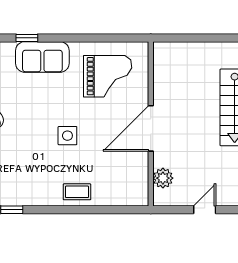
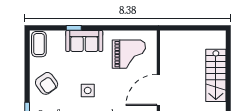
side table: (67, 136) -> (88, 90), moved

